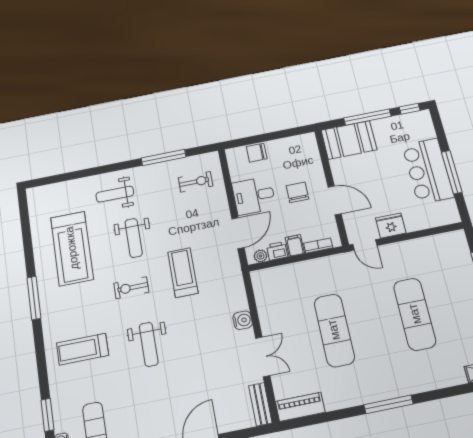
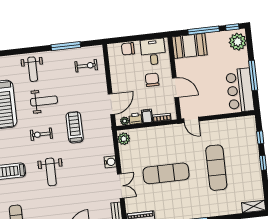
plant: (421, 128) -> (238, 42), added
bar counter: (428, 171) -> (240, 90), moved
weight bench: (115, 194) -> (33, 69), turned -90
desk: (254, 196) -> (153, 52), moved, turned 90
fridge: (391, 225) -> (209, 108), removed
weight bench: (134, 238) -> (44, 101), turned -90
plant: (261, 283) -> (124, 139), added
exercise mat: (334, 330) -> (166, 173), turned 90

